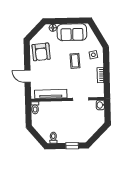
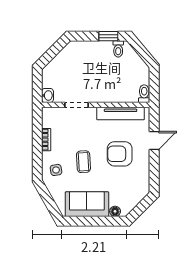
armchair: (41, 52) -> (120, 154), moved, turned -85
door: (28, 76) -> (154, 141), hinge flipped
window: (72, 146) -> (108, 36), moved

